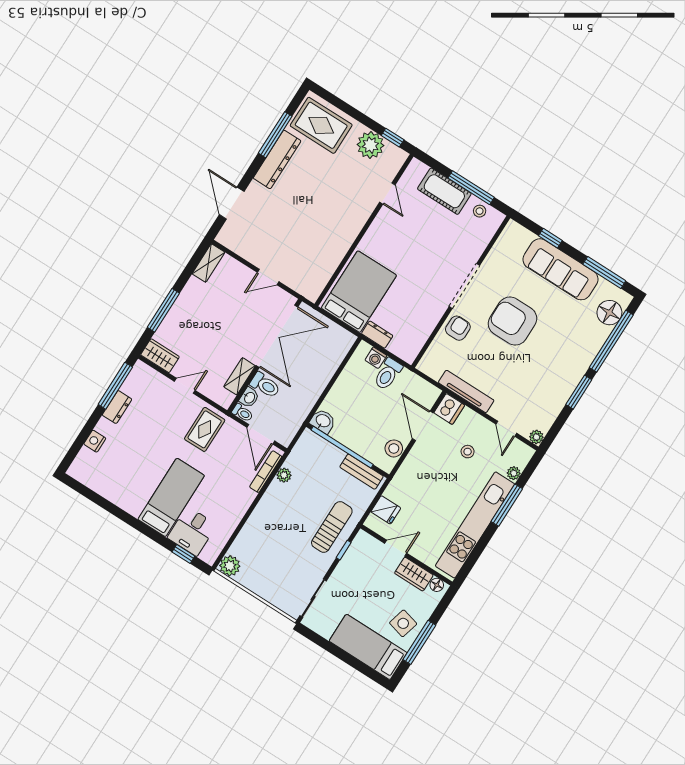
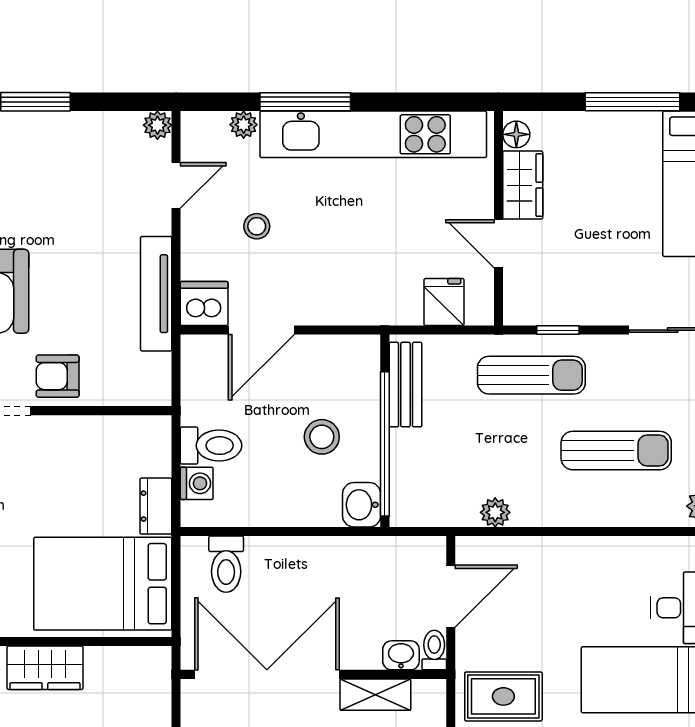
wardrobe: (339, 245) -> (45, 668), added
toilet: (265, 385) -> (226, 564), moved, turned 180
stool: (394, 448) -> (322, 437), moved
bookcase: (266, 472) -> (509, 547), removed
sun lounger: (332, 527) -> (531, 375), turned 180
sun lounger: (278, 542) -> (616, 451), added
side table: (403, 623) -> (618, 150), removed

